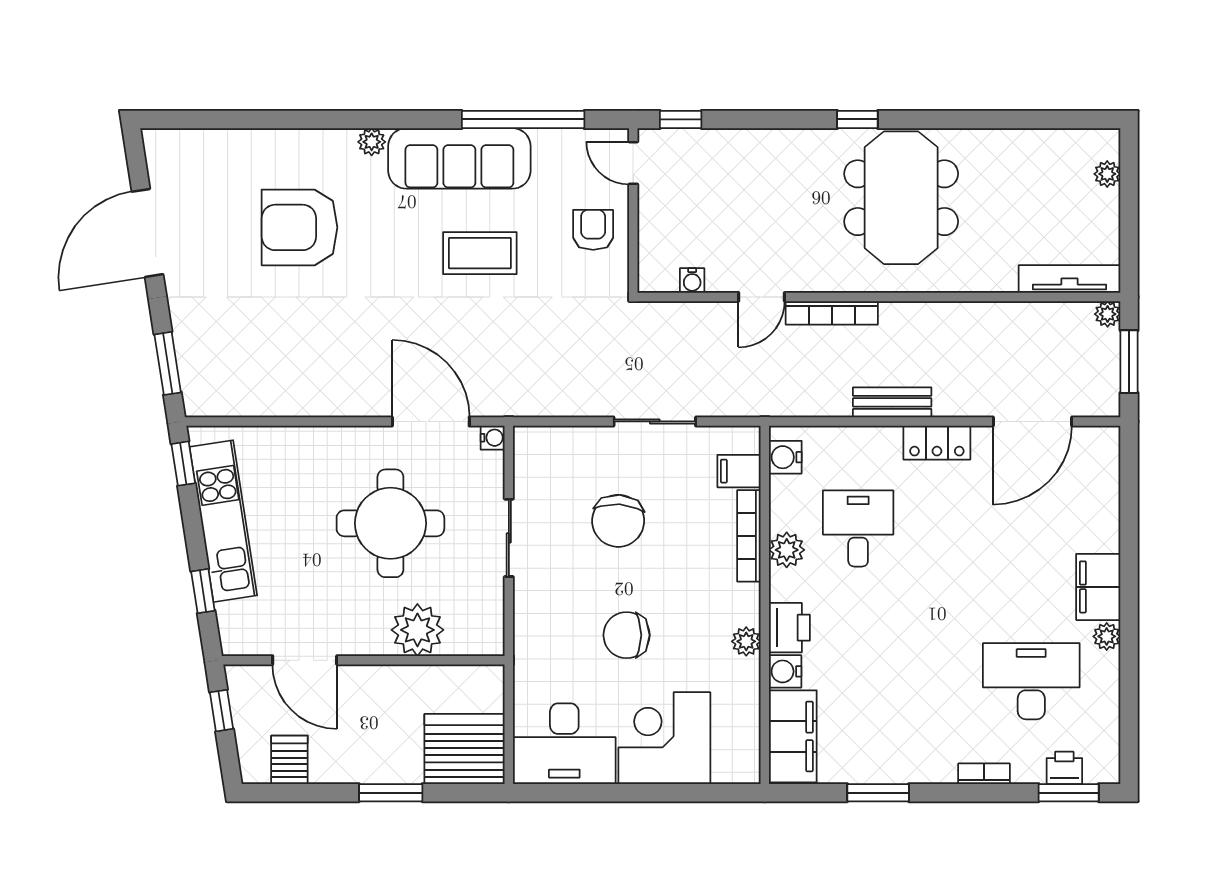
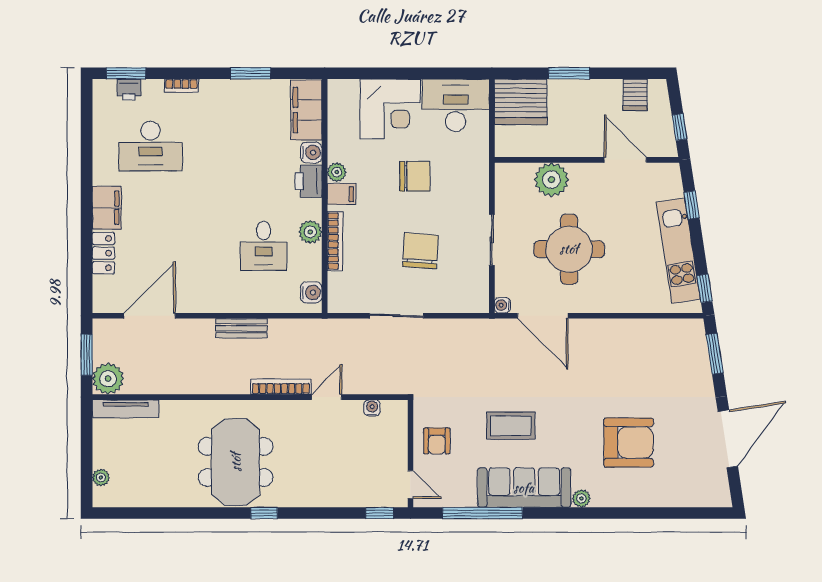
plant: (1108, 314) -> (108, 379), width x1.87, depth x1.87
locker: (937, 443) -> (103, 253), moved, turned 90
filing cabinet: (739, 471) -> (341, 194), moved
plant: (1107, 636) -> (101, 175), removed

